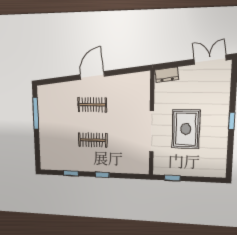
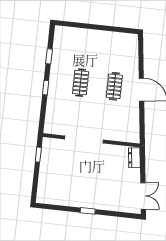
window: (36, 113) -> (111, 29), removed
rug: (186, 129) -> (84, 171), removed

